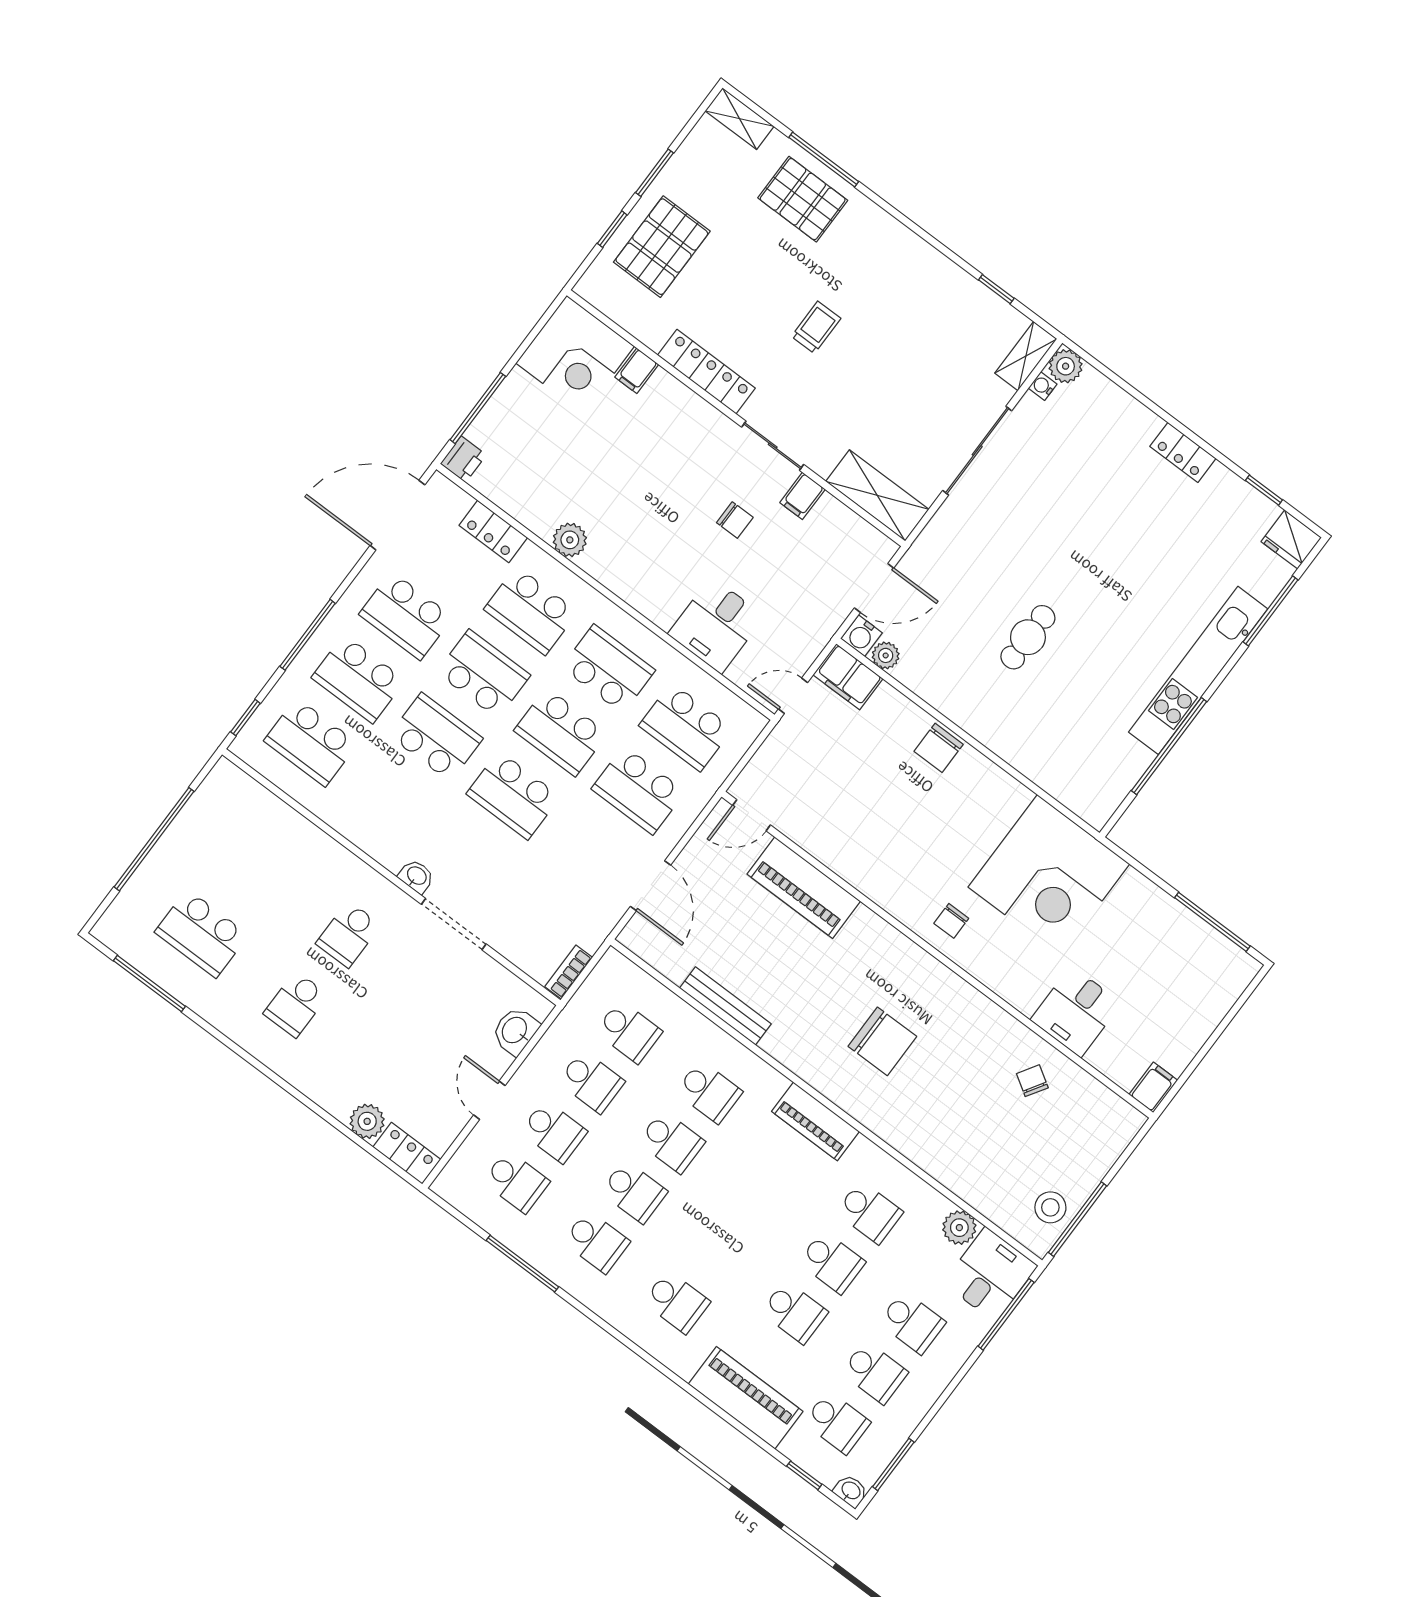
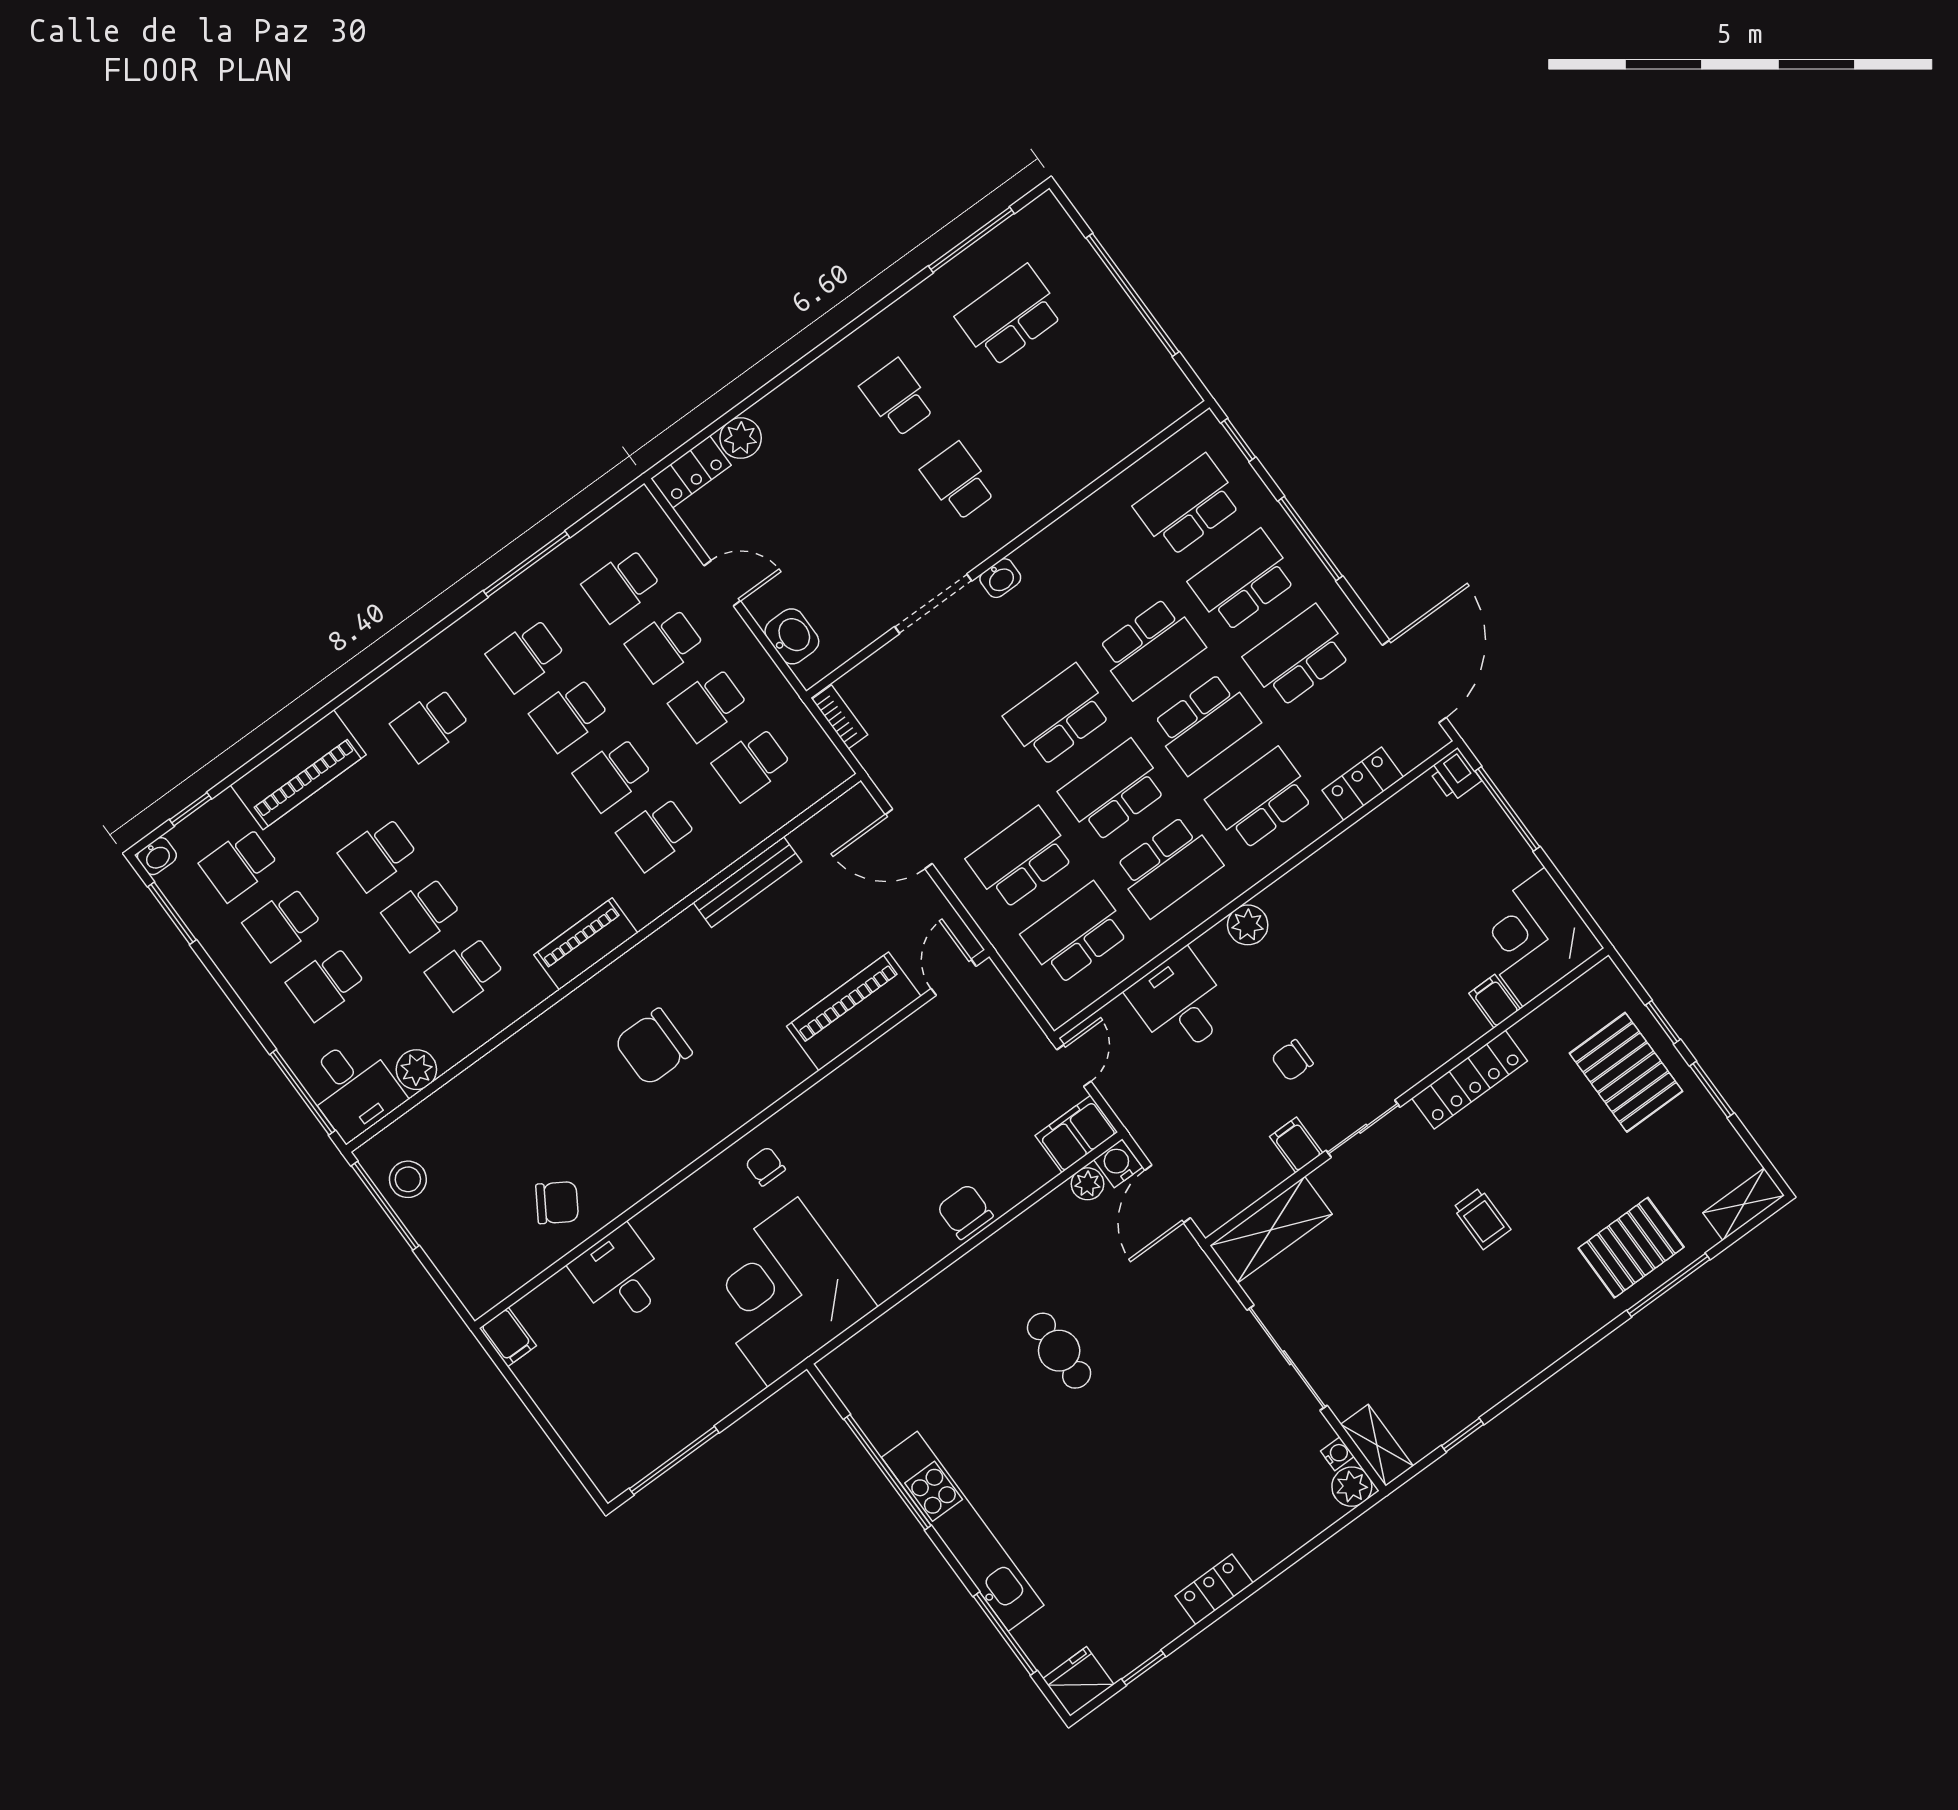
plant: (570, 540) -> (1248, 925), moved
chair: (1032, 1081) -> (557, 1203), width x1.37, depth x1.37

